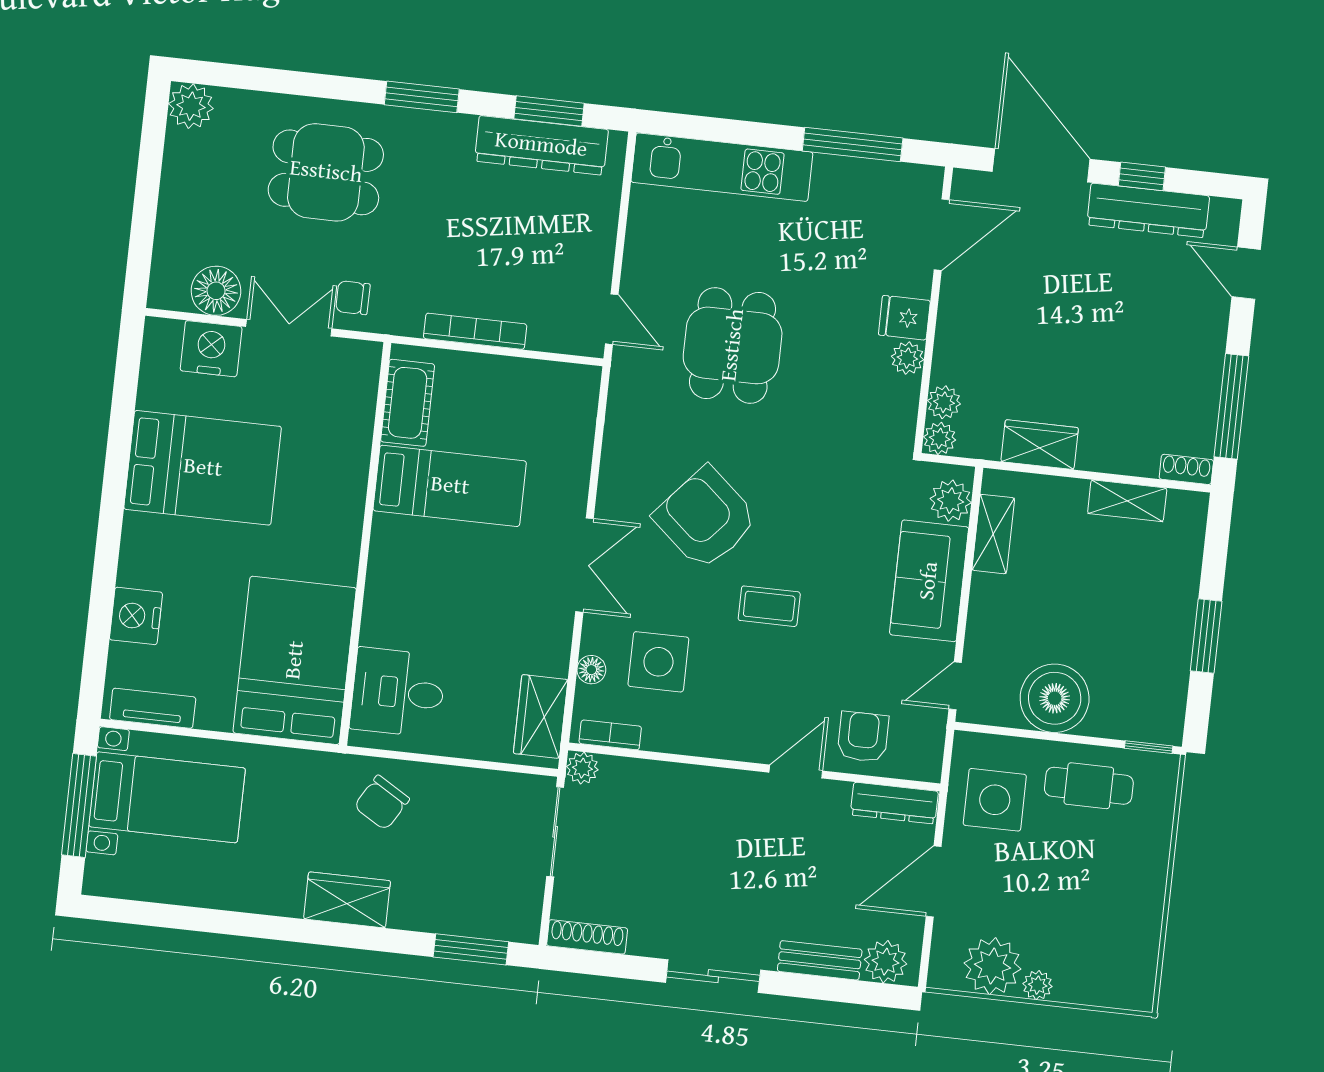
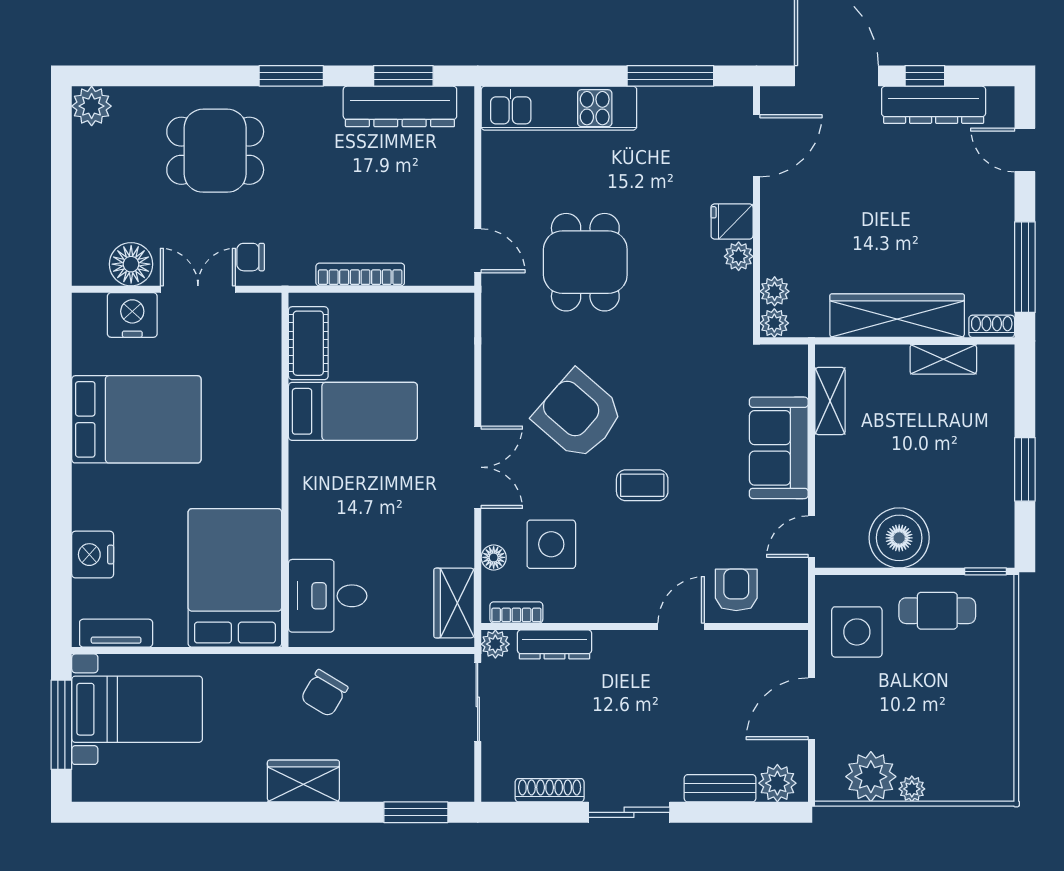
wardrobe: (1040, 445) -> (897, 316), width x2.10, depth x1.17
plant: (951, 501) -> (790, 376), removed
dresser: (894, 803) -> (555, 644), moved
shoe rack: (587, 937) -> (550, 790), moved

